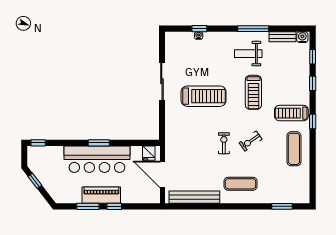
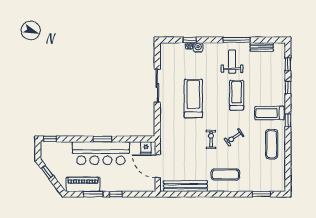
water cooler: (302, 37) -> (198, 47), moved
weight bench: (248, 54) -> (232, 62), turned 90
treadmill: (253, 92) -> (237, 95), turned 180
treadmill: (204, 96) -> (193, 98), turned -90
piano: (101, 195) -> (83, 184), moved

